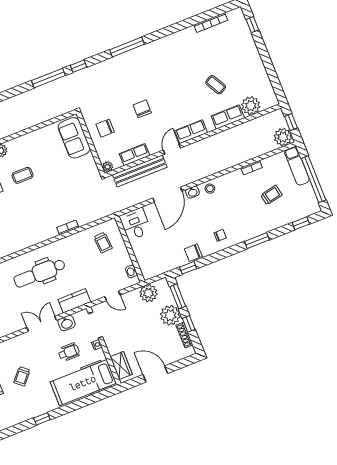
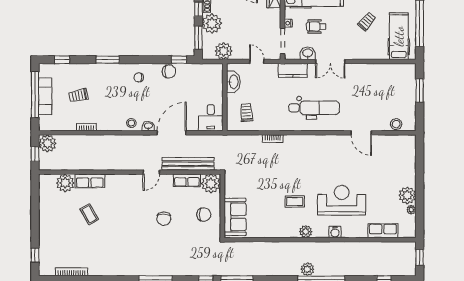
row of seats: (191, 132) -> (128, 181), removed
exam couch: (297, 166) -> (45, 96), moved
plant: (108, 167) -> (211, 184), width x1.87, depth x1.87
washbasin: (131, 271) -> (233, 82), width x1.91, depth x1.45

